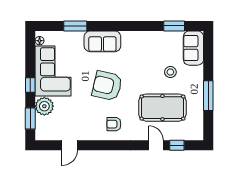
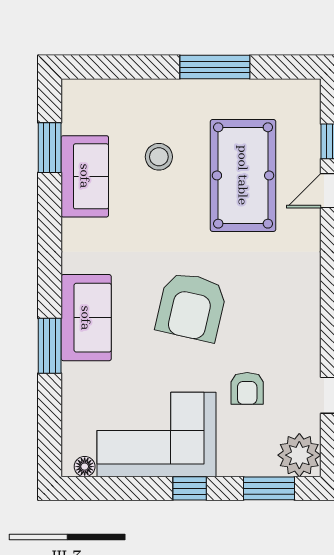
window: (75, 26) -> (50, 346), moved
sofa: (193, 48) -> (85, 176), moved, turned -90
plant: (44, 106) -> (299, 455), moved
armchair: (114, 124) -> (247, 388), moved

